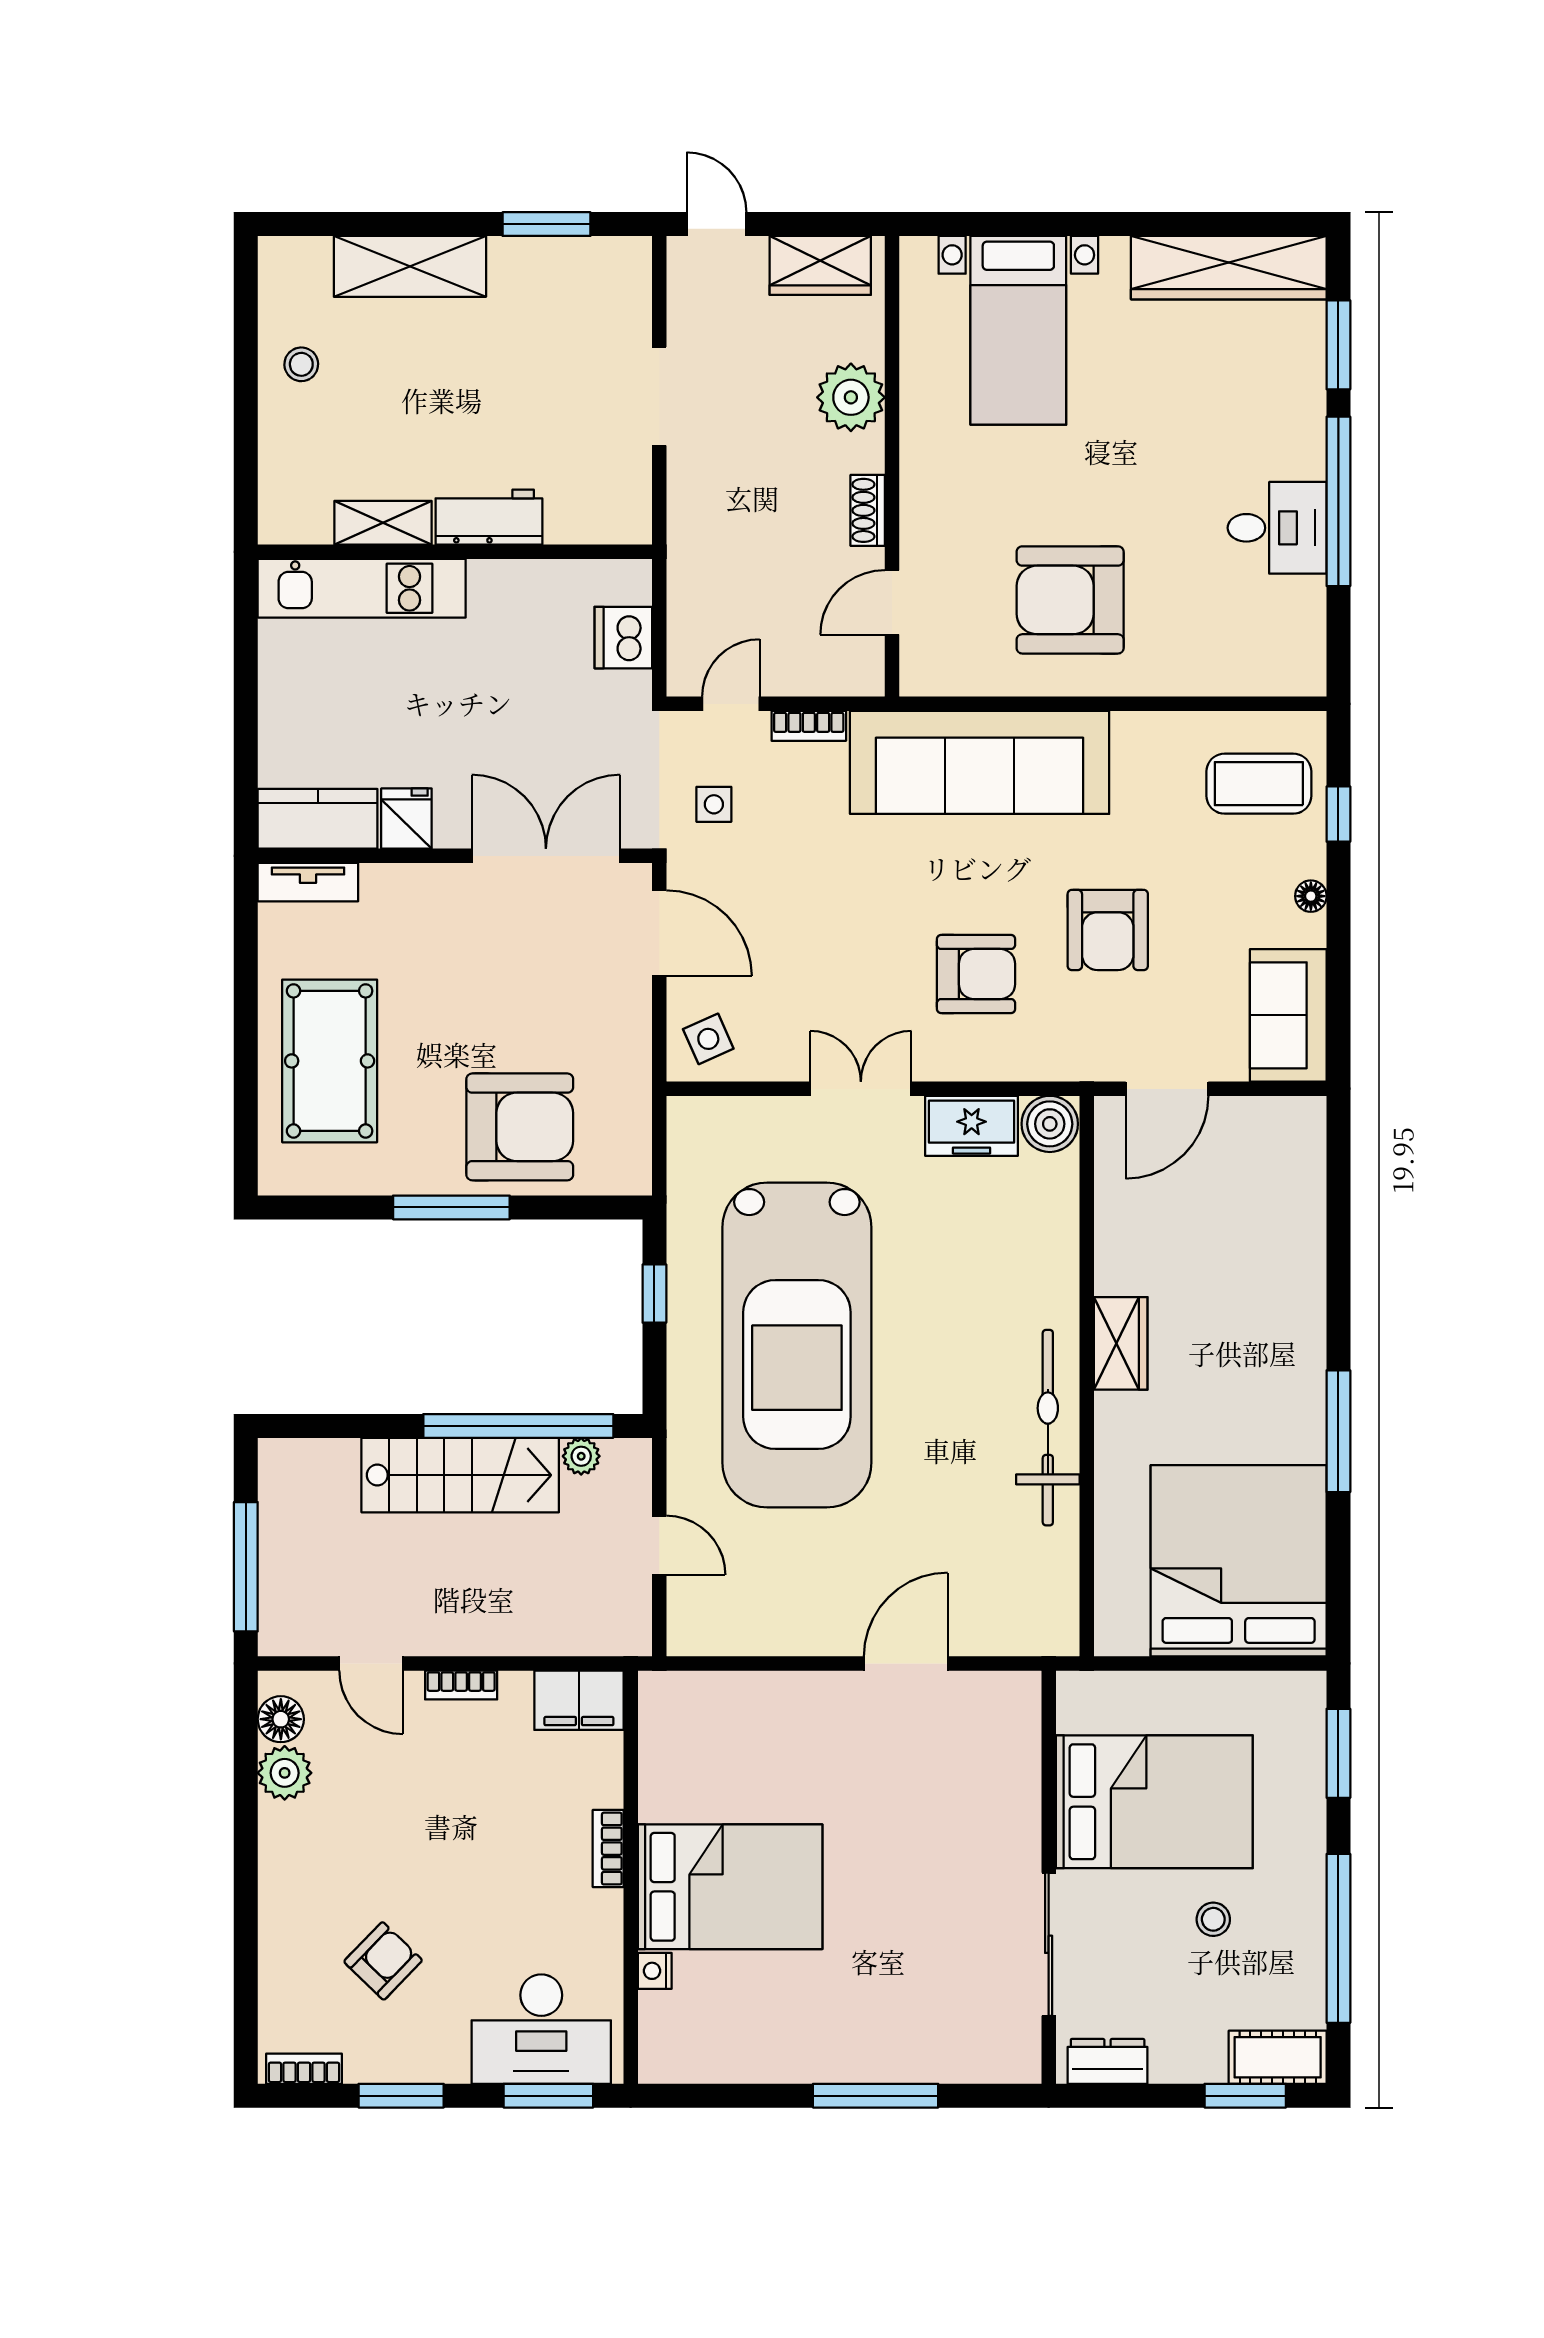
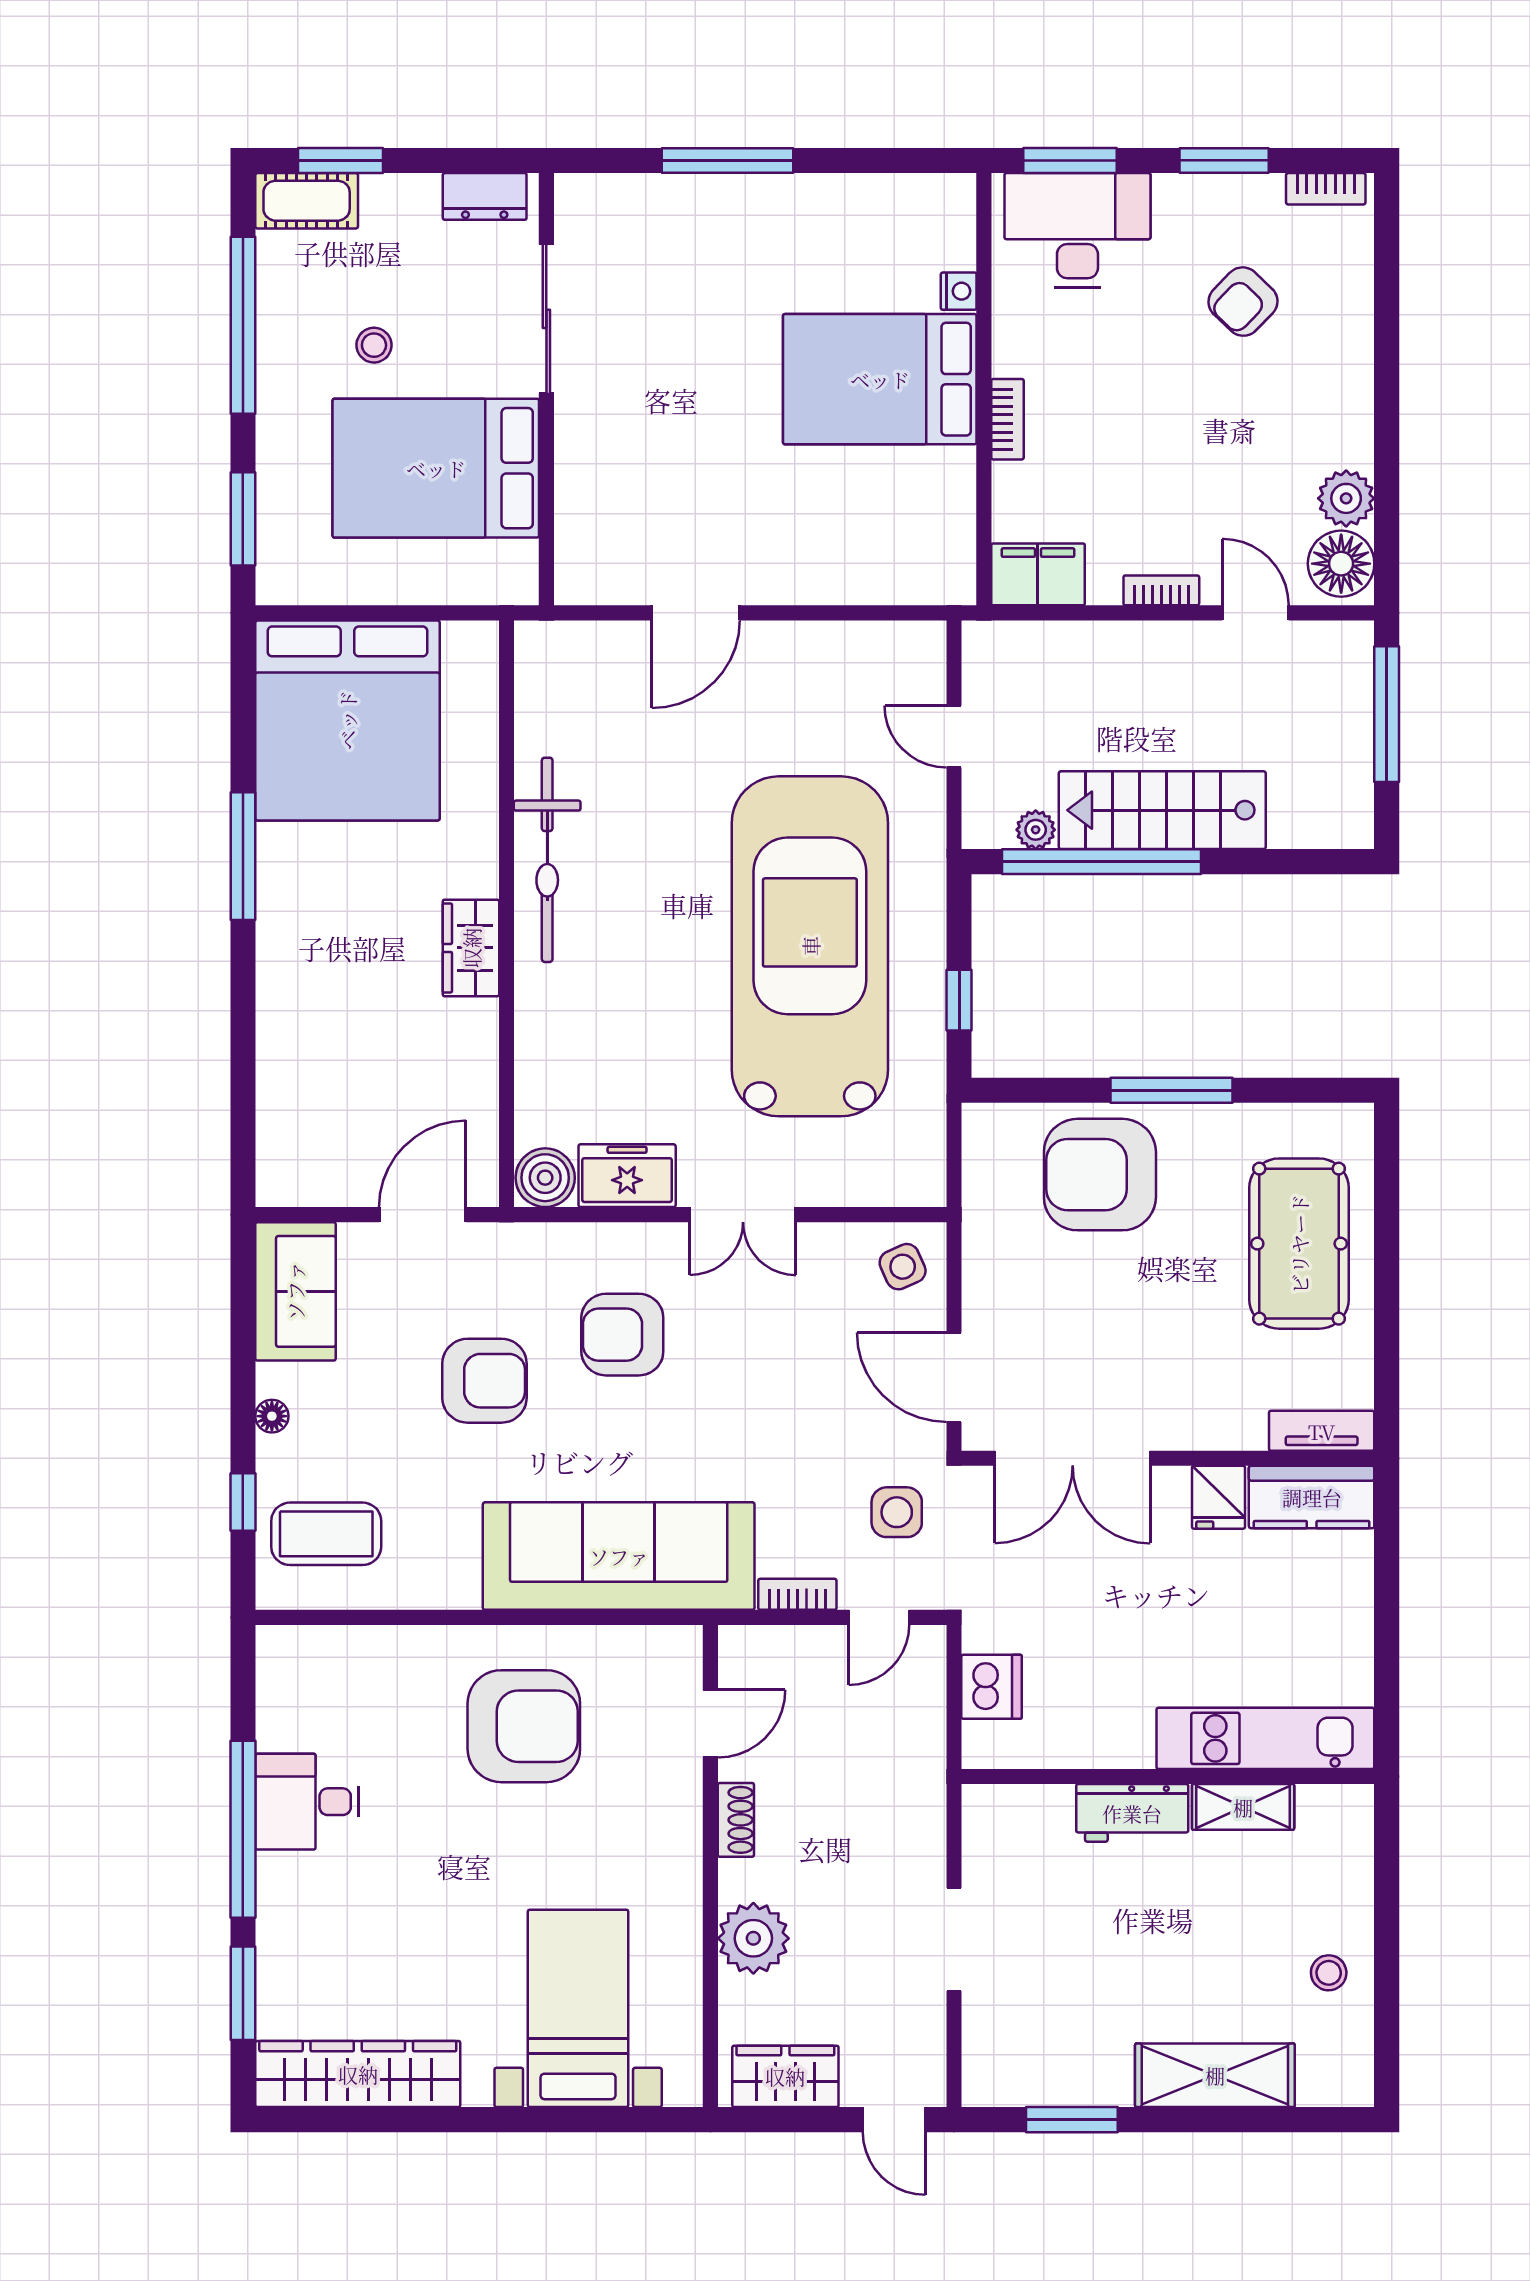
side table: (714, 804) -> (897, 1512), width x1.37, depth x1.37
armchair: (1108, 930) -> (484, 1381), turned 90
floor lamp: (281, 1719) -> (1341, 564), width x1.38, depth x1.38

